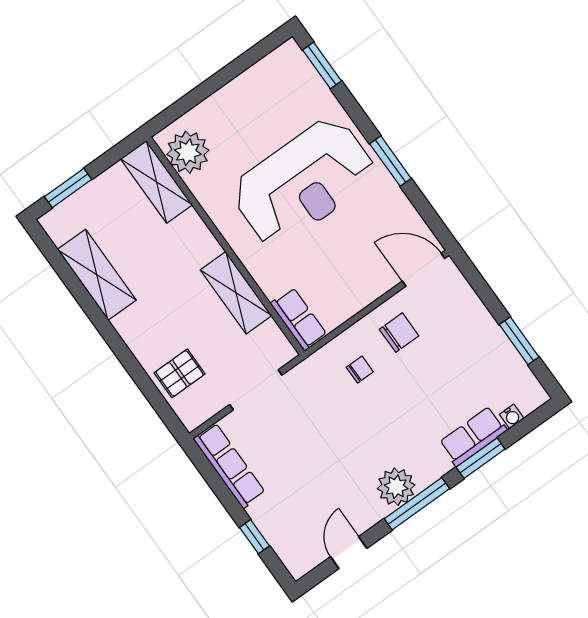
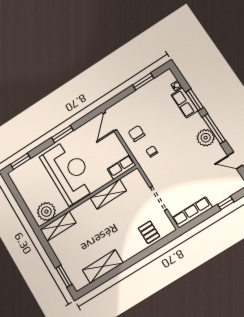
plant: (188, 152) -> (46, 212), moved
shelving: (157, 182) -> (58, 226), moved
wall: (225, 246) -> (88, 198), moved
shelving: (236, 293) -> (108, 194), moved
row of seats: (299, 319) -> (122, 167), moved

